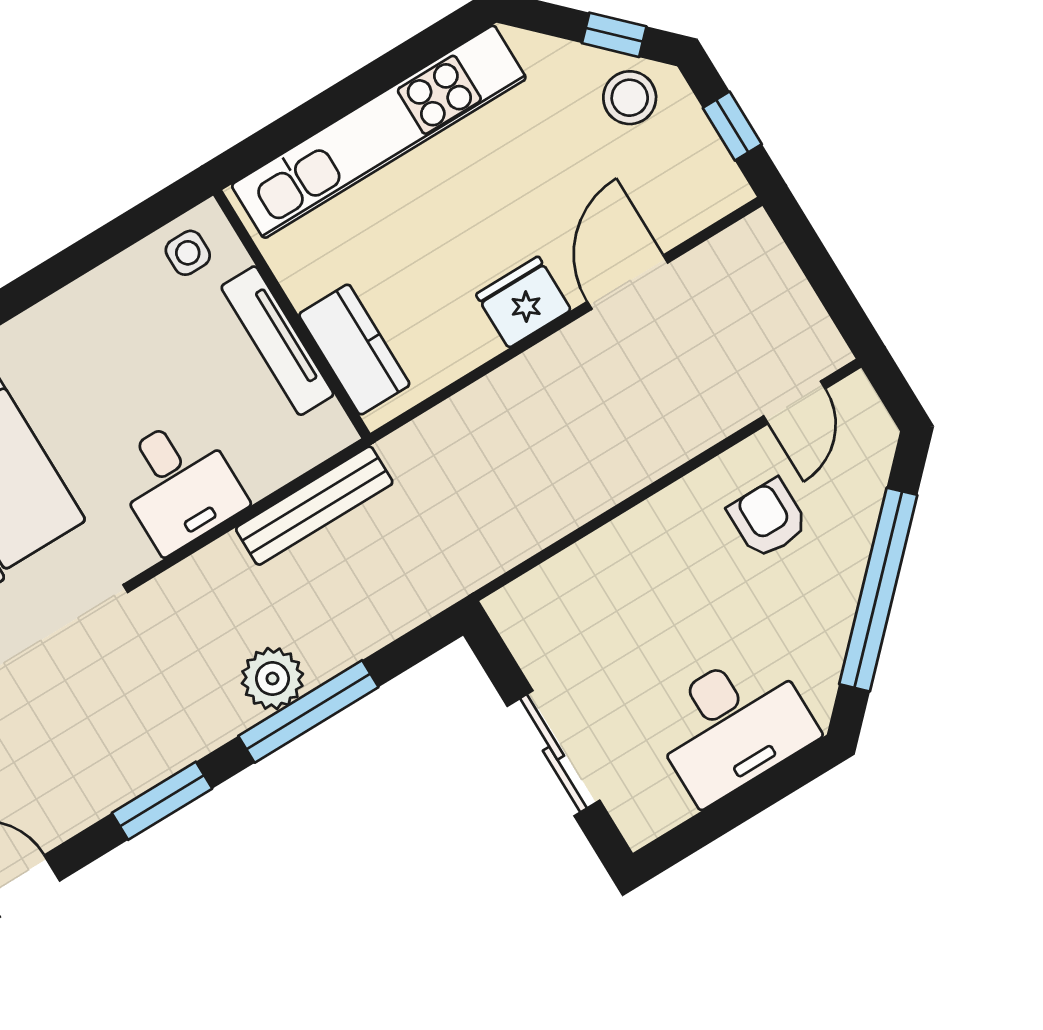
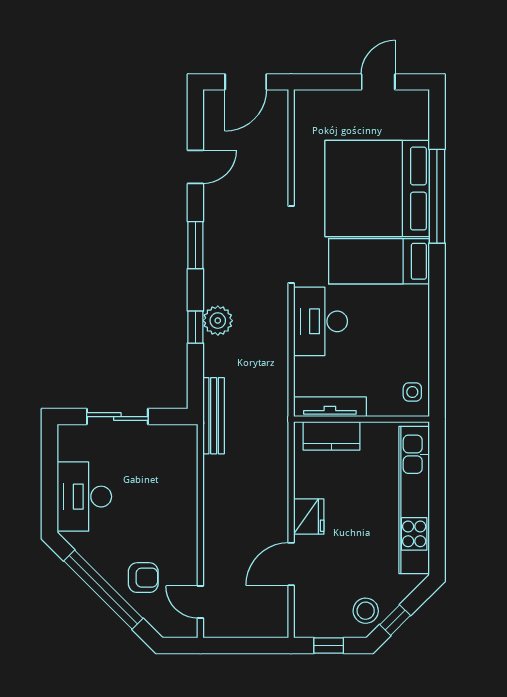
door: (628, 282) -> (291, 564), swing flipped
tv unit: (277, 341) -> (330, 407), moved
desk: (178, 484) -> (321, 321), width x1.37
bench: (314, 506) -> (214, 416), moved
armchair: (768, 519) -> (143, 578), moved
window: (308, 711) -> (195, 327), width x0.46

